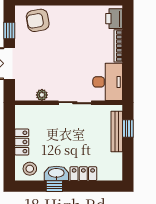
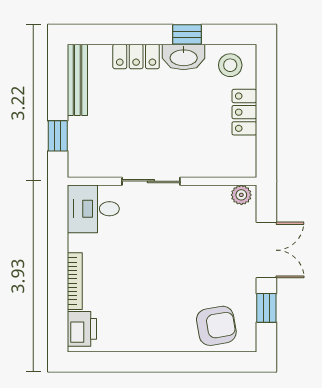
desk: (108, 82) -> (93, 209), width x0.73
plant: (42, 95) -> (241, 195), moved
bench: (117, 131) -> (77, 80), moved

